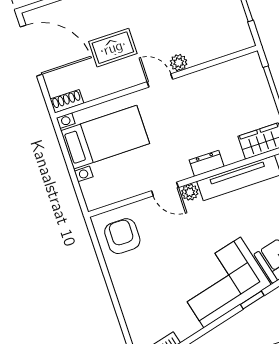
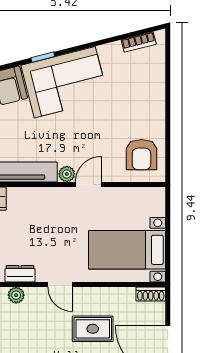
plant: (179, 63) -> (16, 295), moved
dresser: (207, 163) -> (20, 274), moved, turned 180
door: (165, 189) -> (88, 184), hinge flipped

